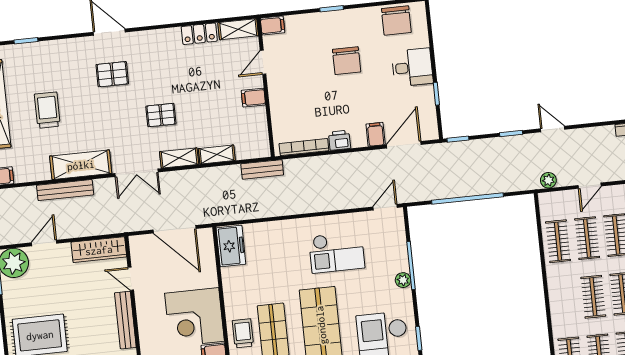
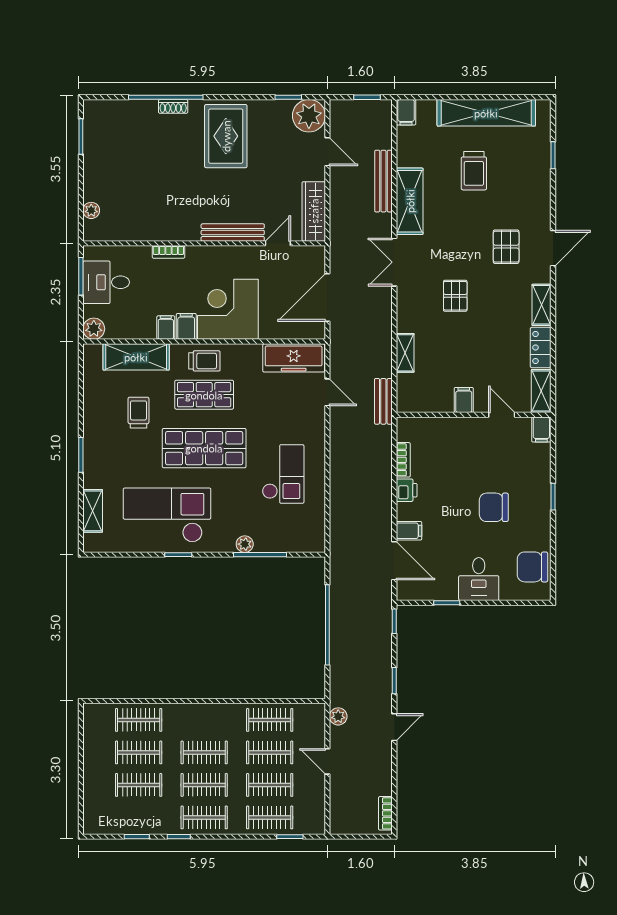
trolley: (47, 110) -> (474, 171), turned 90
bookcase: (304, 147) -> (403, 460), width x0.64
shelving: (179, 158) -> (542, 305), moved
door: (385, 207) -> (327, 392), moved
freezer: (231, 246) -> (294, 358), width x1.40
checkout: (337, 252) -> (283, 474), turned 180

